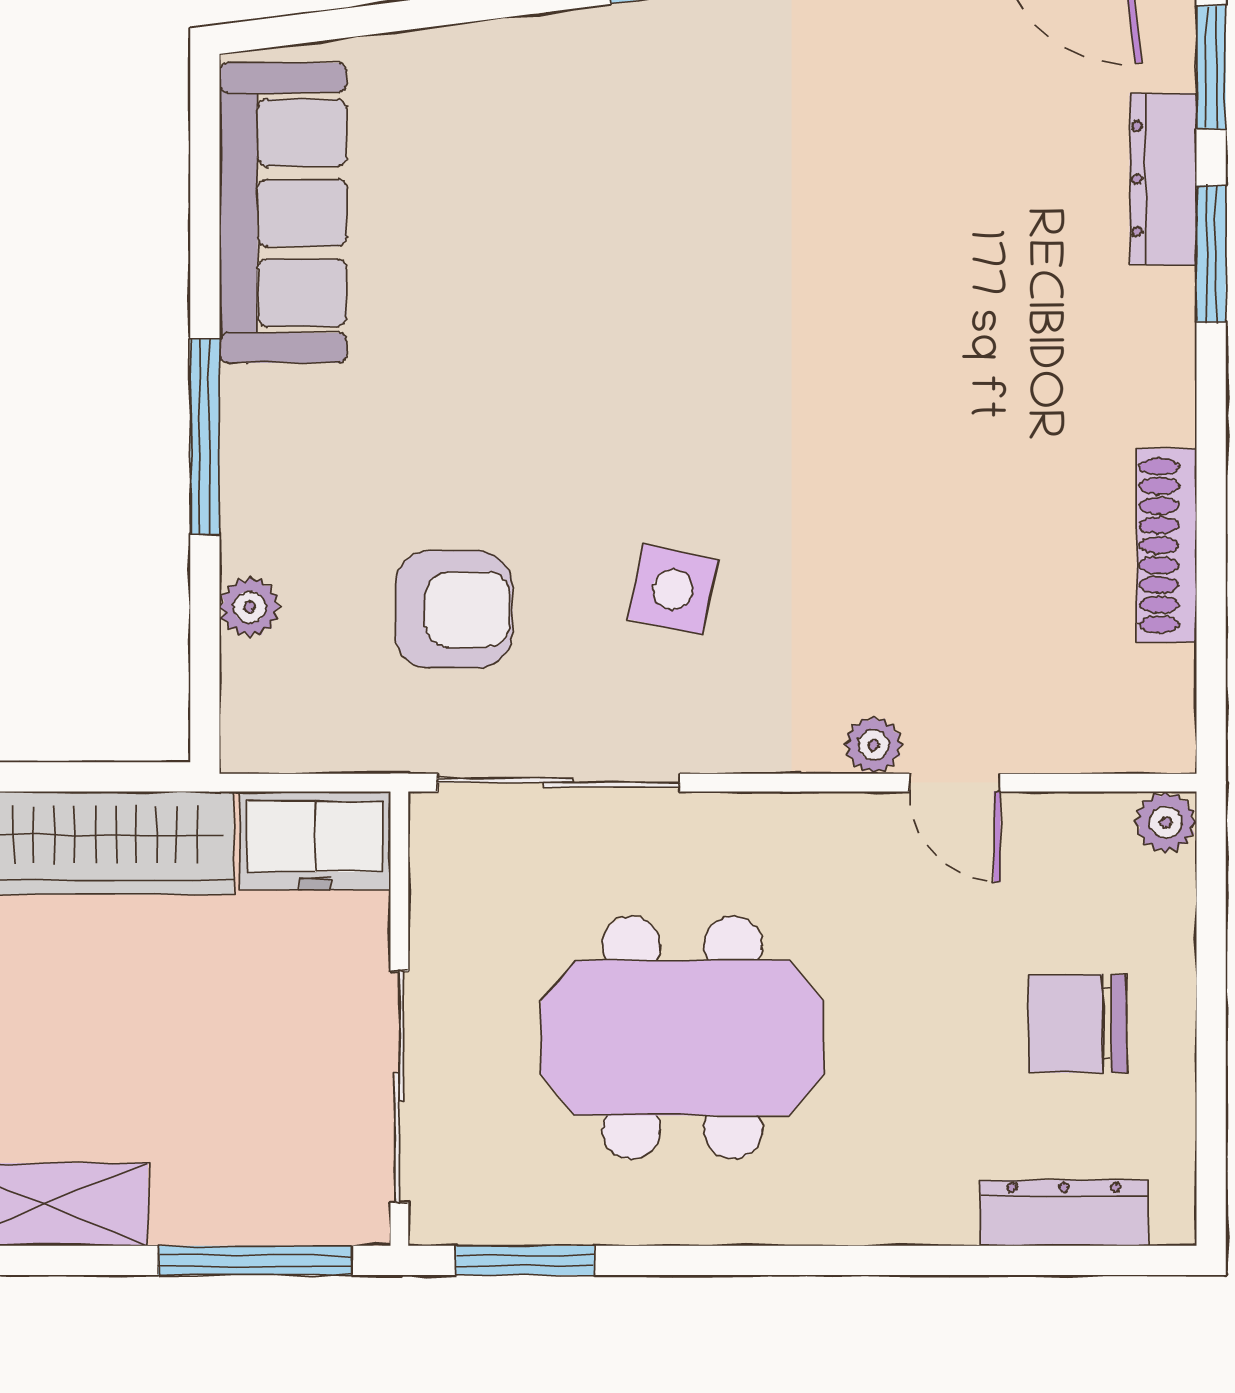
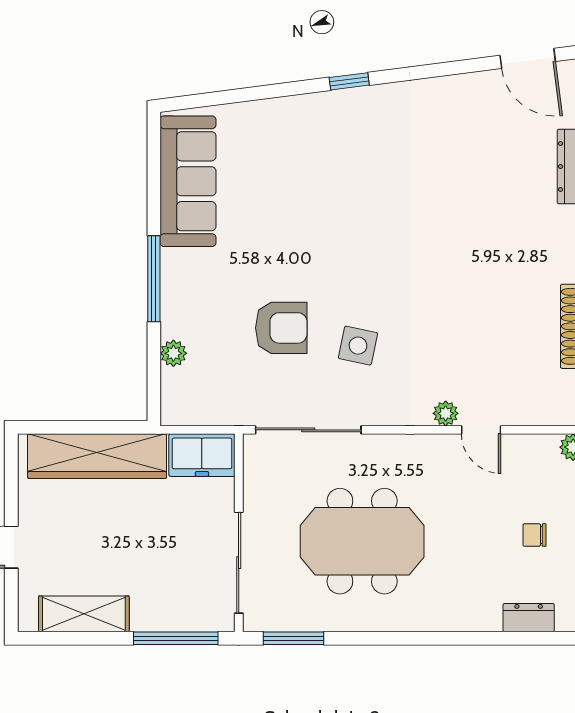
armchair: (454, 609) -> (281, 328), moved
chair: (1077, 1024) -> (535, 535), width x0.54, depth x0.54
dresser: (1064, 1213) -> (529, 618), width x0.70

